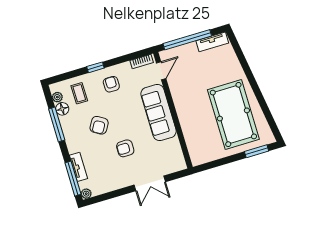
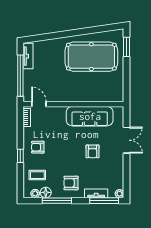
sofa: (159, 112) -> (90, 116), moved
armchair: (99, 125) -> (71, 183), moved, turned 149

